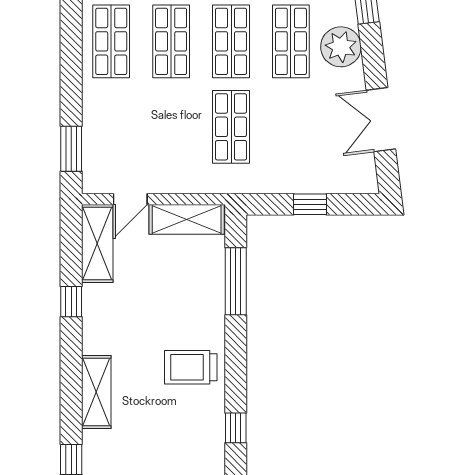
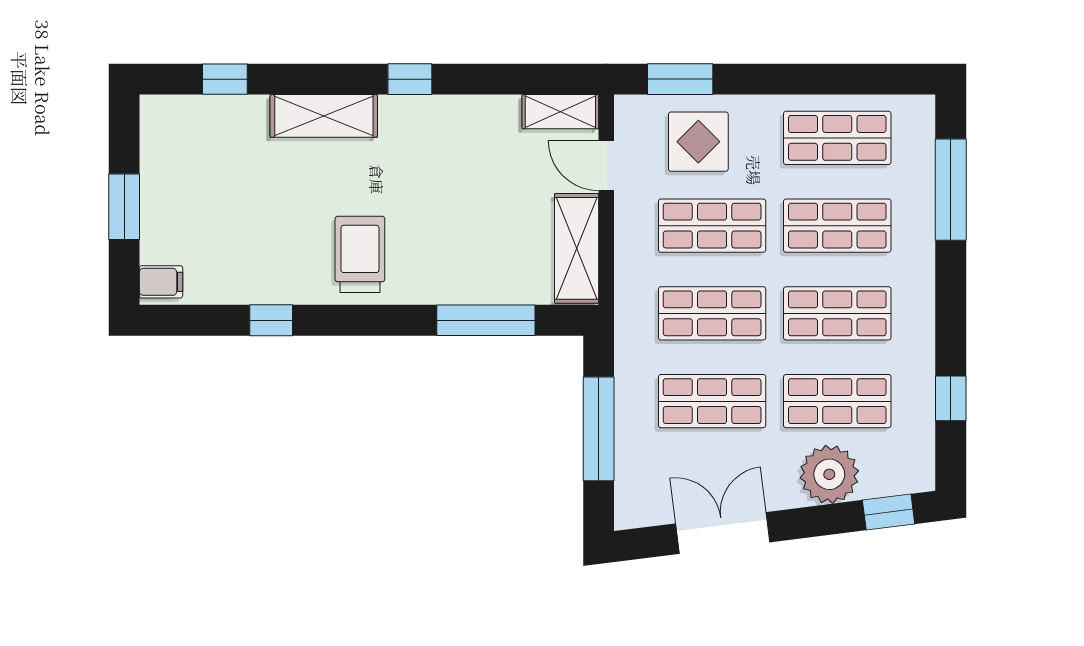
shop shelf: (171, 127) -> (712, 226), added
shop shelf: (291, 127) -> (712, 401), added
display table: (114, 136) -> (698, 142), added
window: (310, 204) -> (599, 429), width x2.17
shelving: (97, 243) -> (560, 112), width x0.67, depth x0.75
window: (71, 302) -> (410, 79), moved

